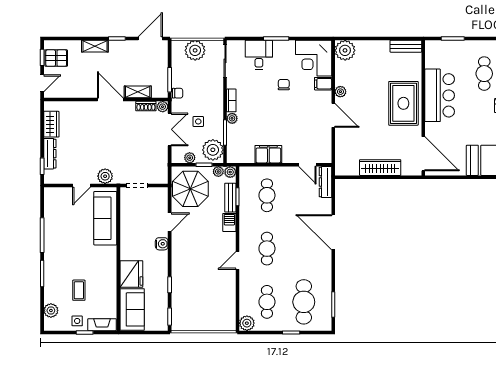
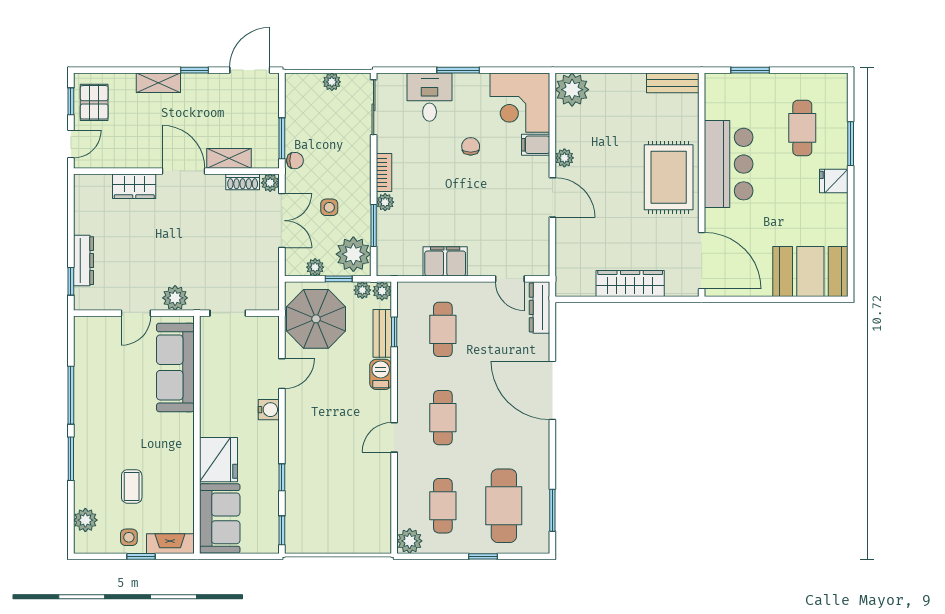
plant: (195, 50) -> (332, 82), width x0.53, depth x0.53
pallet: (56, 58) -> (94, 102), turned 90
wardrobe: (51, 124) -> (134, 186), moved, turned 90

